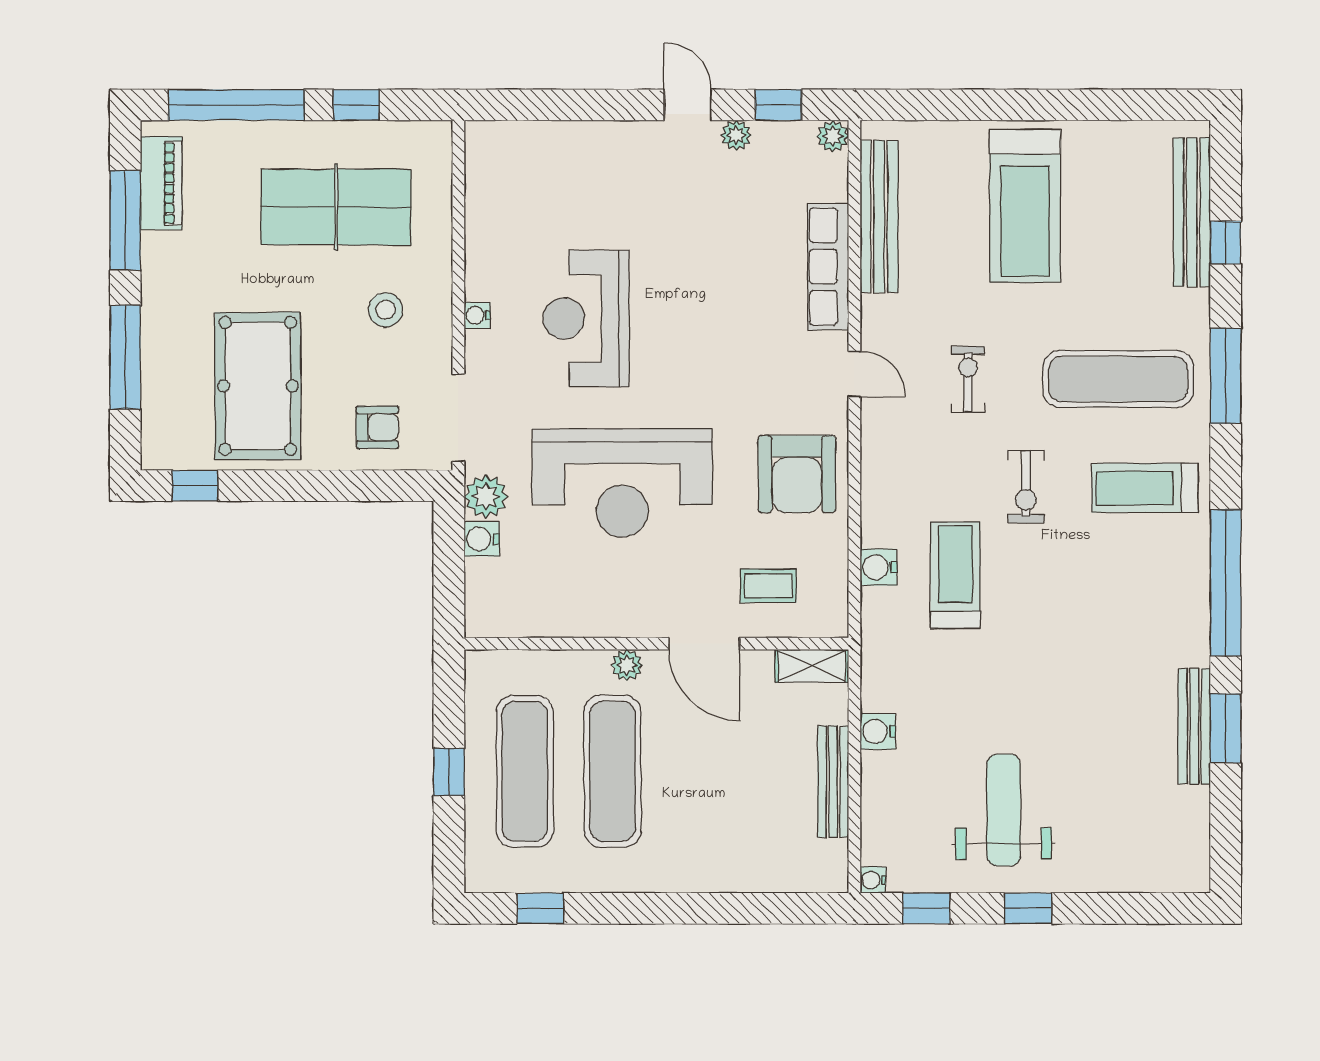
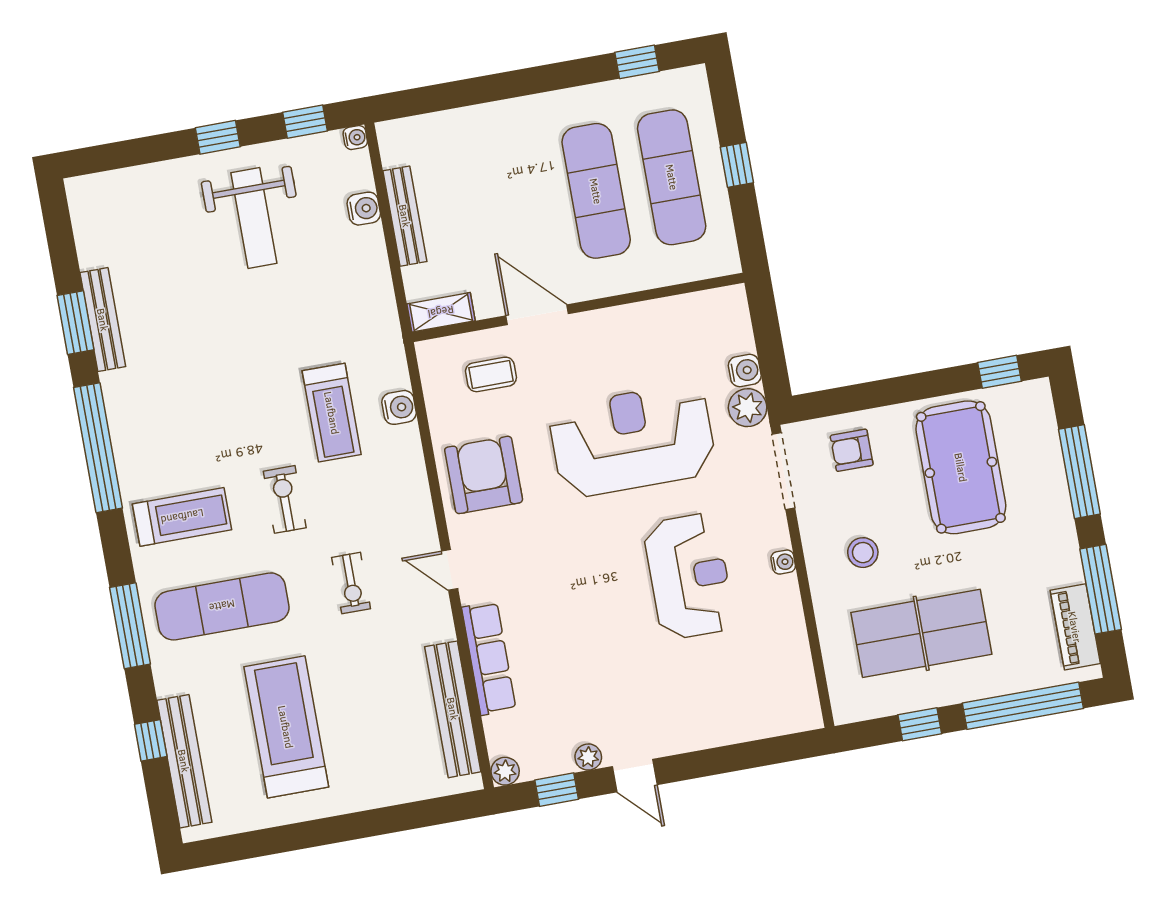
treadmill: (1025, 206) -> (286, 727), moved
plant: (627, 665) -> (600, 284), removed
water cooler: (878, 731) -> (364, 209), moved

